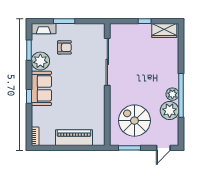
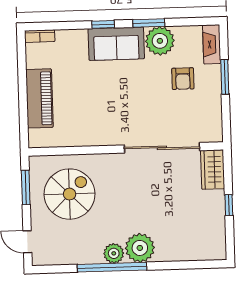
wardrobe: (164, 31) -> (213, 170), moved
window: (29, 50) -> (149, 23), moved
plant: (170, 111) -> (140, 248), moved

